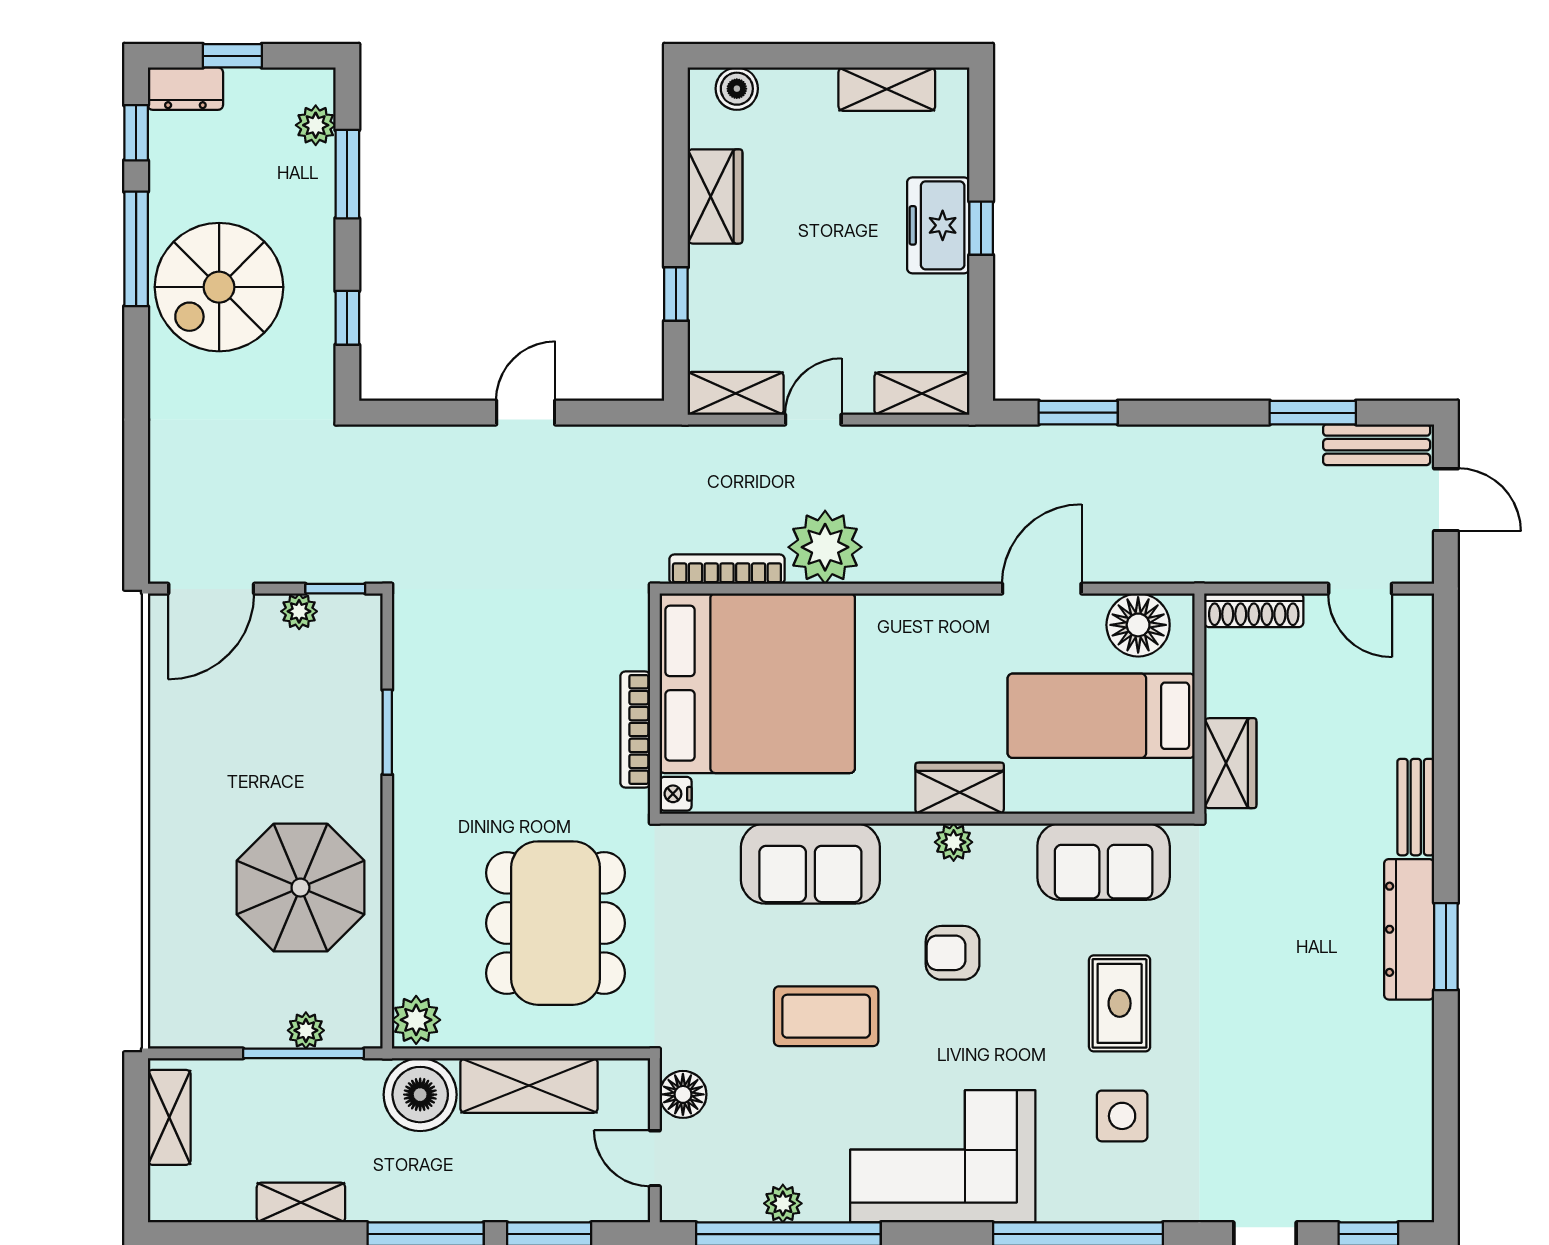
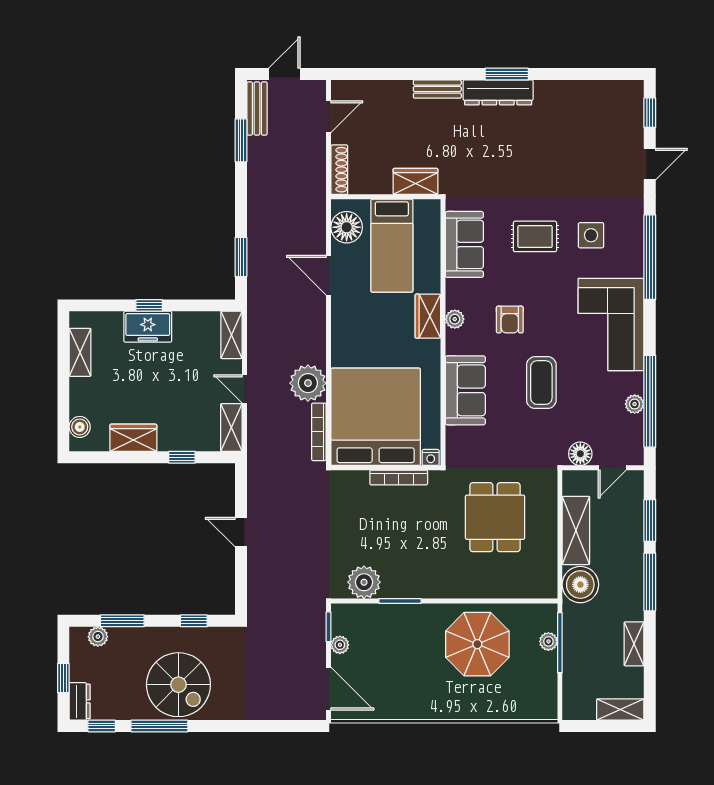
dining table: (556, 923) -> (495, 517), width x0.73
plant: (416, 1020) -> (364, 582), moved, width x1.36, depth x1.36
shelving: (169, 1117) -> (620, 709), moved

